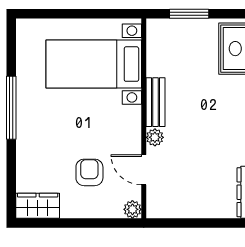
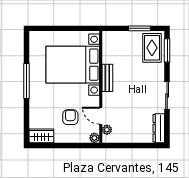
window: (189, 14) -> (140, 28), moved
bed with nightstands: (94, 64) -> (73, 65), width x1.36
plant: (155, 137) -> (107, 130), moved

